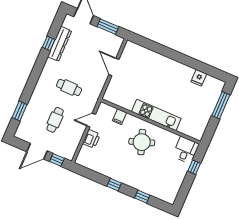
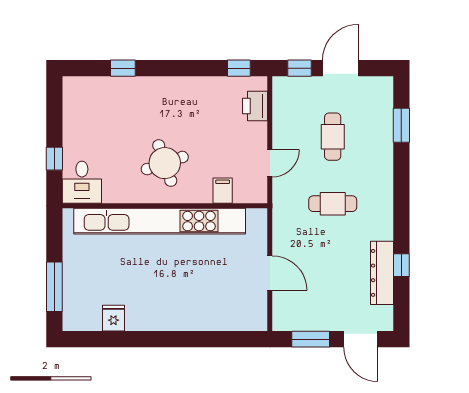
kitchen unit: (156, 115) -> (160, 221), width x1.86
printer: (91, 139) -> (255, 106), moved
window: (114, 185) -> (239, 68), moved

